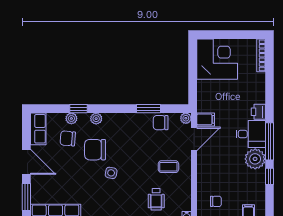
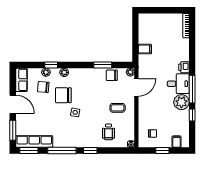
corner desk: (217, 59) -> (153, 28), removed
filing cabinet: (206, 119) -> (145, 49), moved

